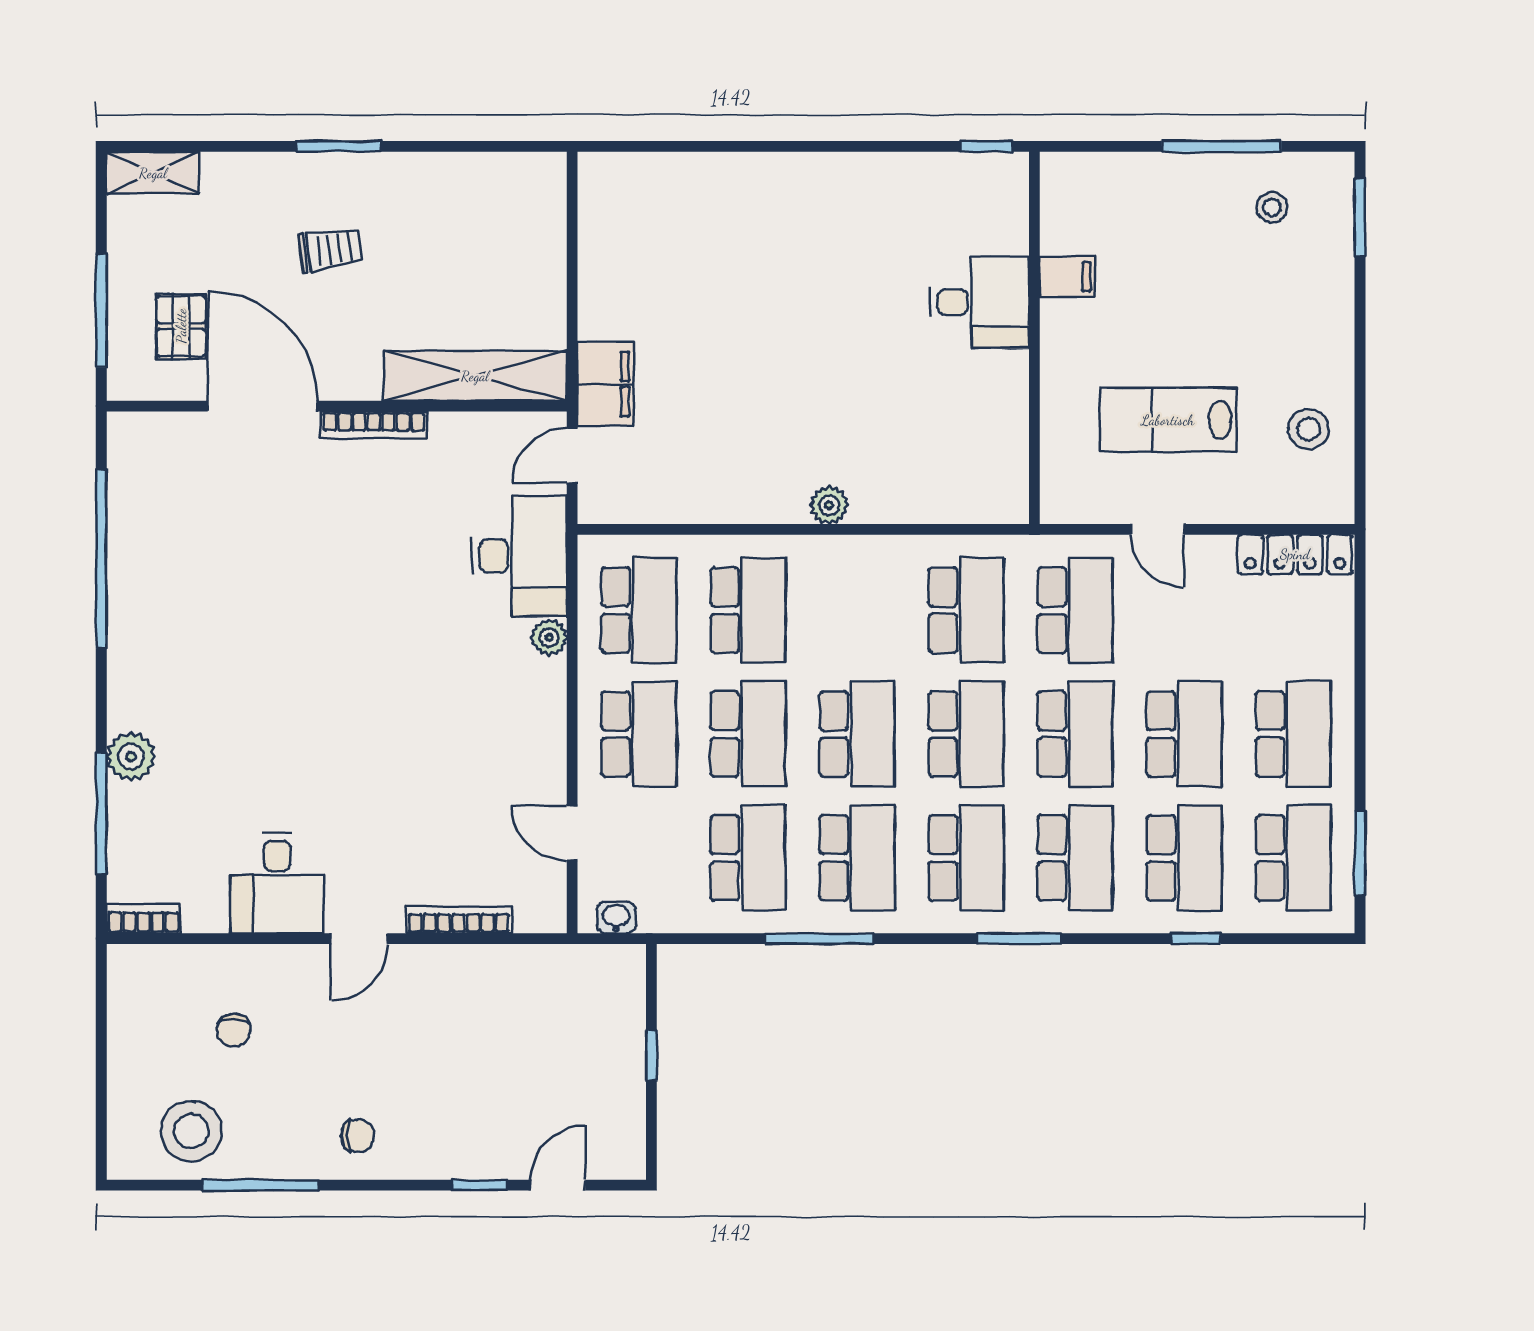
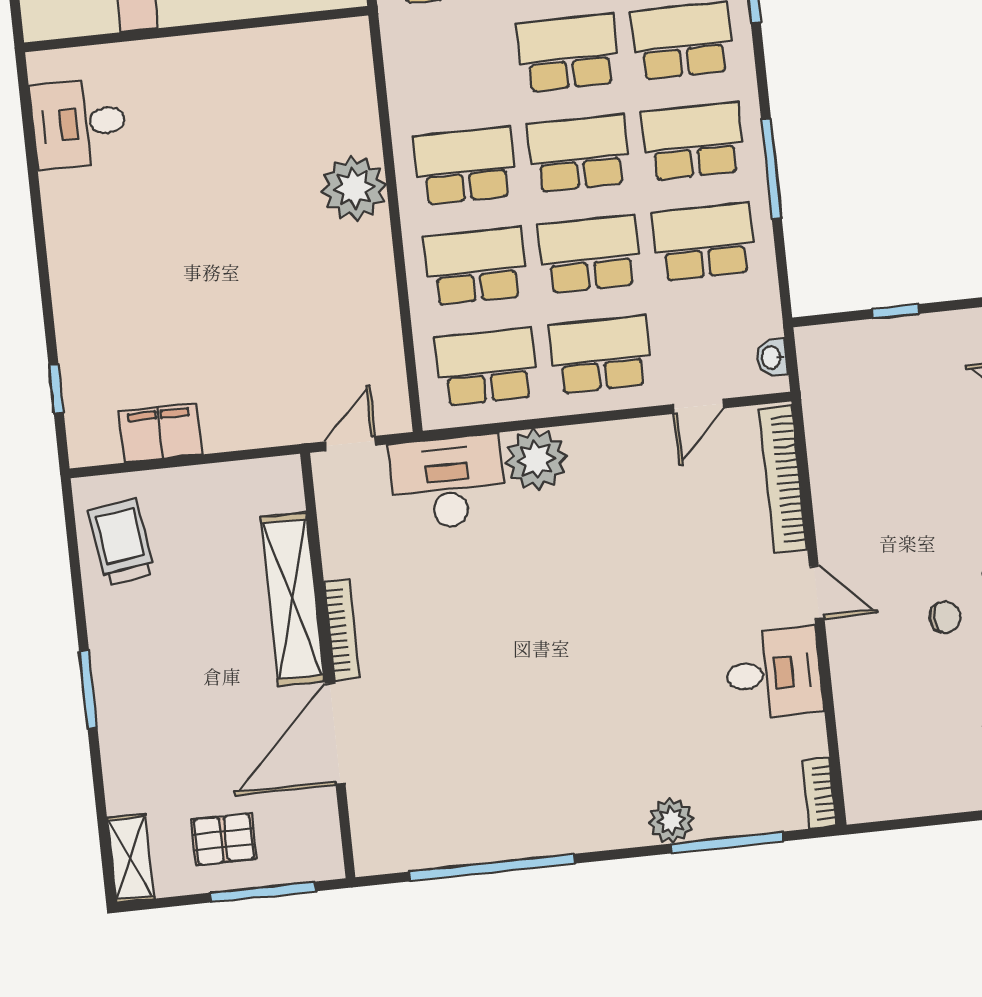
window: (986, 146) -> (56, 389), moved
trolley: (330, 249) -> (121, 542), moved, width x1.36, depth x1.39
desk: (980, 302) -> (79, 123), moved, turned -90
pallet: (181, 326) -> (224, 839), moved
shelving: (475, 376) -> (293, 599), moved
filing cabinet: (605, 384) -> (160, 433), moved
door: (572, 456) -> (350, 444), swing flipped
plant: (829, 505) -> (354, 188), width x1.88, depth x1.88
school desk: (966, 610) -> (465, 166), moved
plant: (549, 637) -> (536, 460), width x1.88, depth x1.88
bookcase: (459, 920) -> (783, 479), width x1.48, depth x1.31
chair: (234, 1030) -> (945, 617), moved

